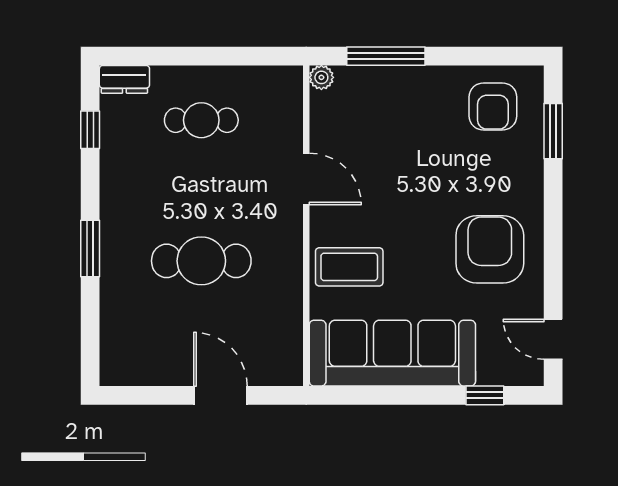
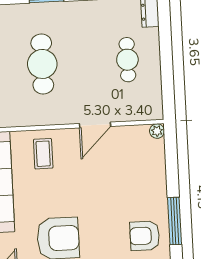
window: (386, 56) -> (175, 221), moved
coffee table: (349, 267) -> (43, 154), width x0.73, depth x0.77

